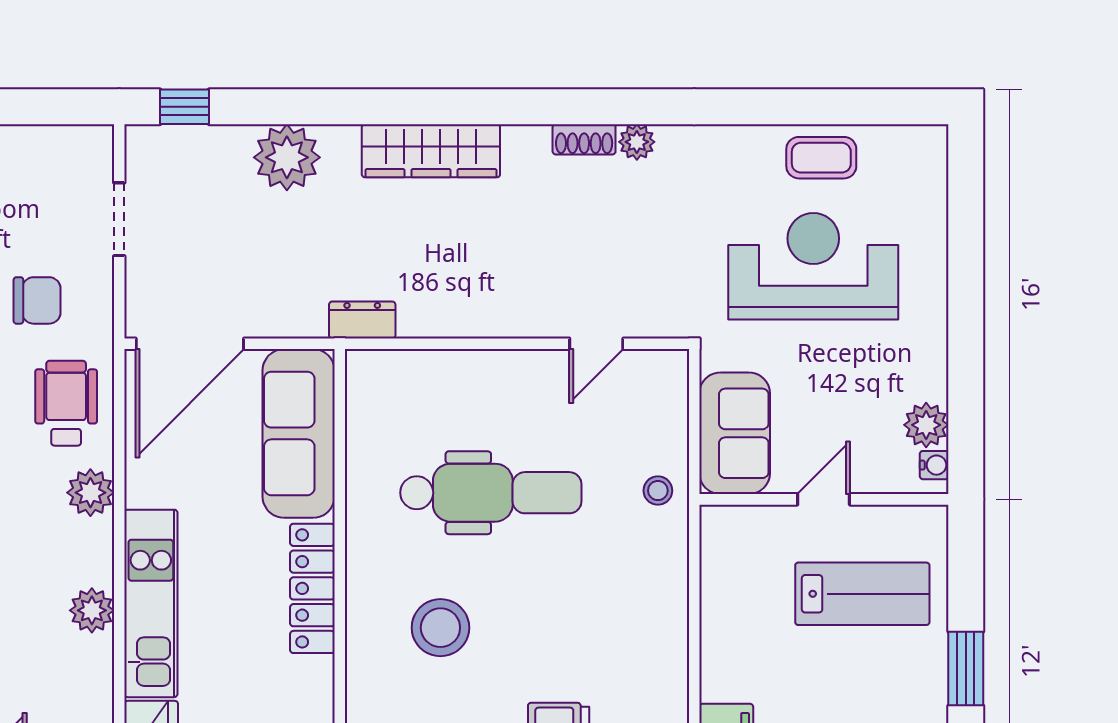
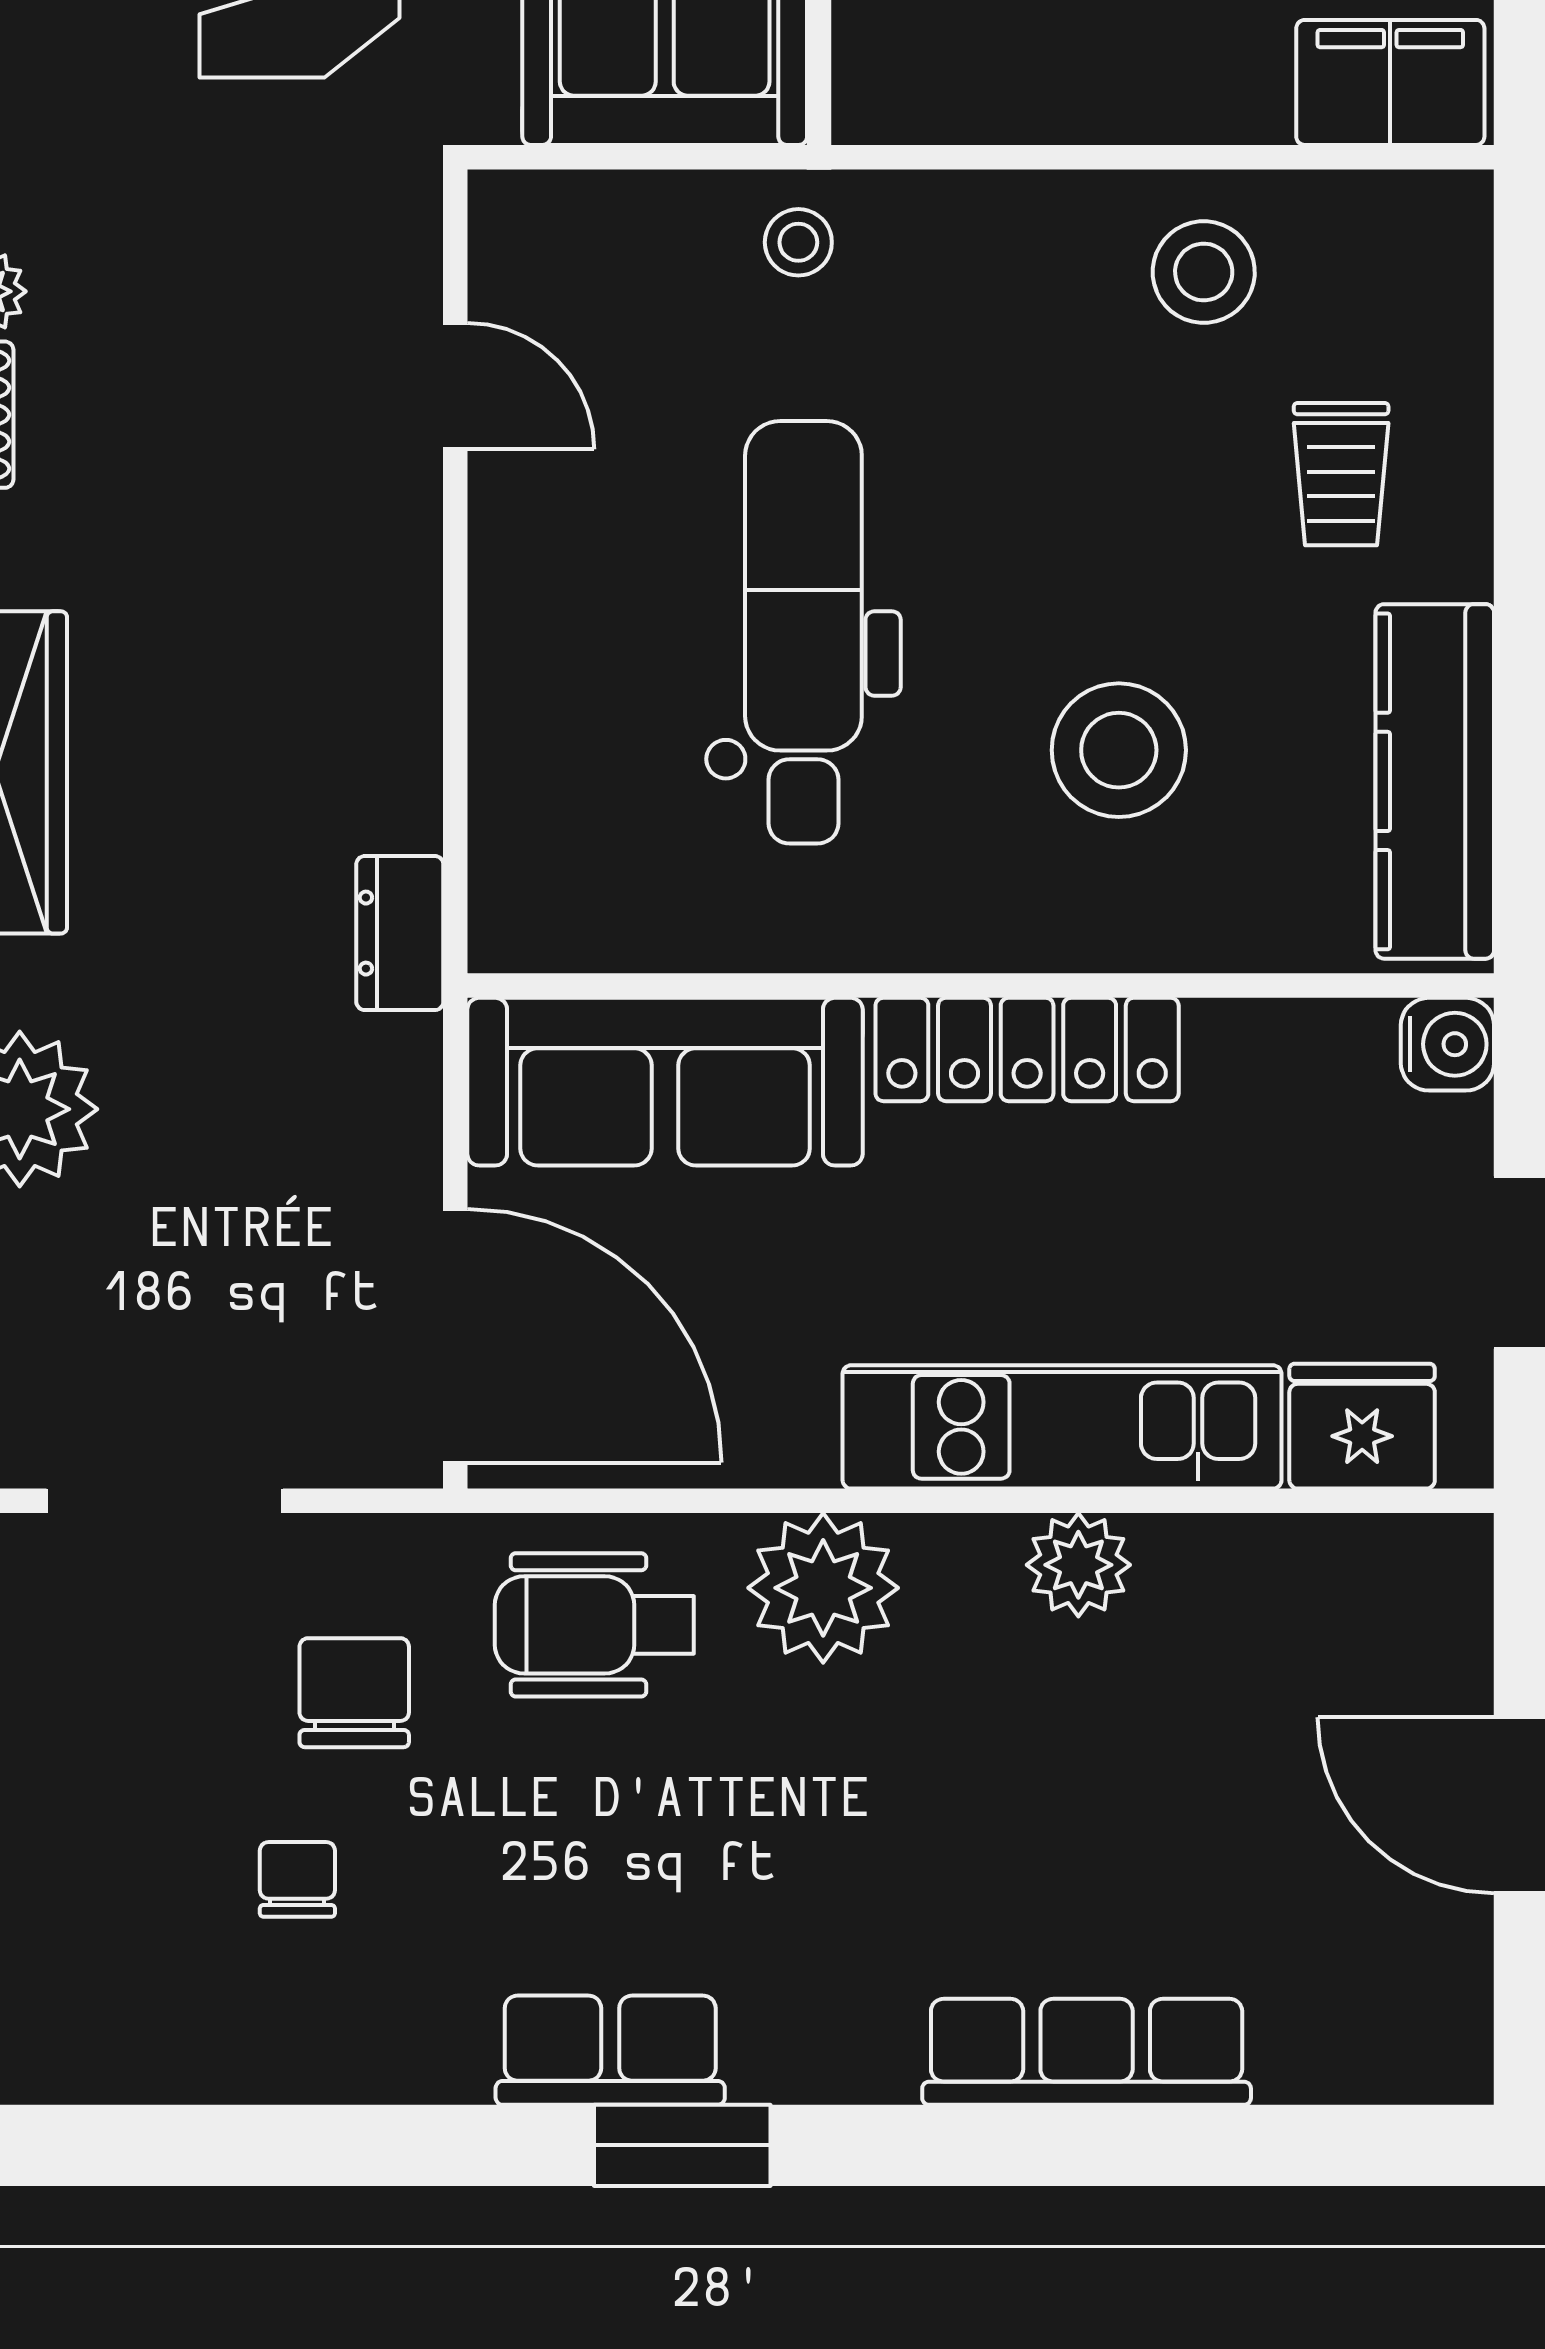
doorway: (119, 219) -> (165, 1501), width x1.38
plant: (90, 493) -> (823, 1588), width x1.36, depth x1.36
stool: (645, 664) -> (1204, 272), added

